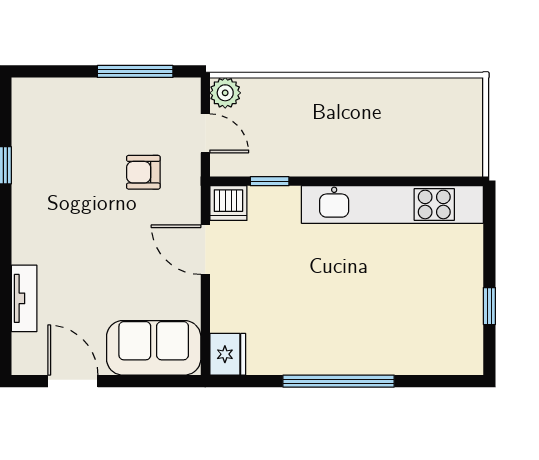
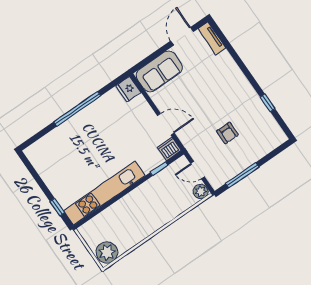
plant: (458, 100) -> (107, 252), added
armchair: (143, 172) -> (227, 133), moved, turned 90
tv unit: (24, 298) -> (212, 38), moved
window: (489, 306) -> (57, 207), moved
door: (73, 381) -> (182, 36), swing flipped

